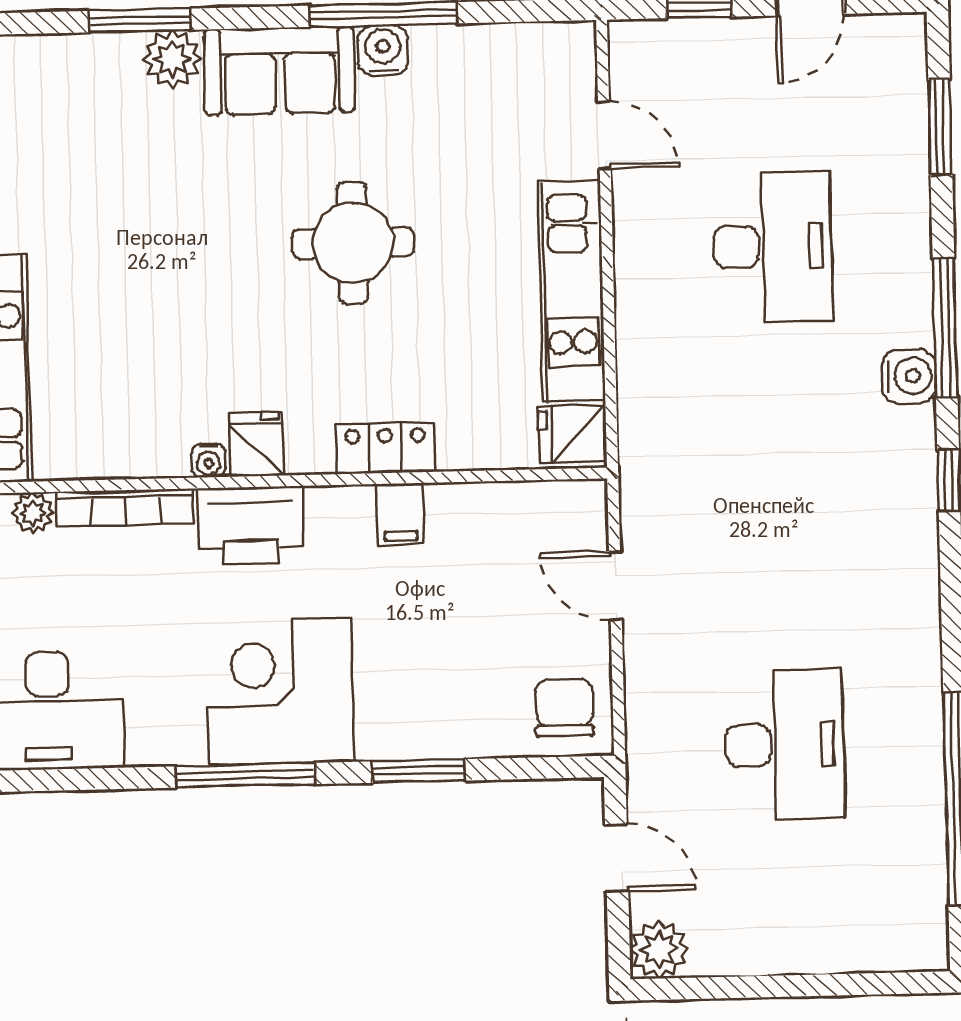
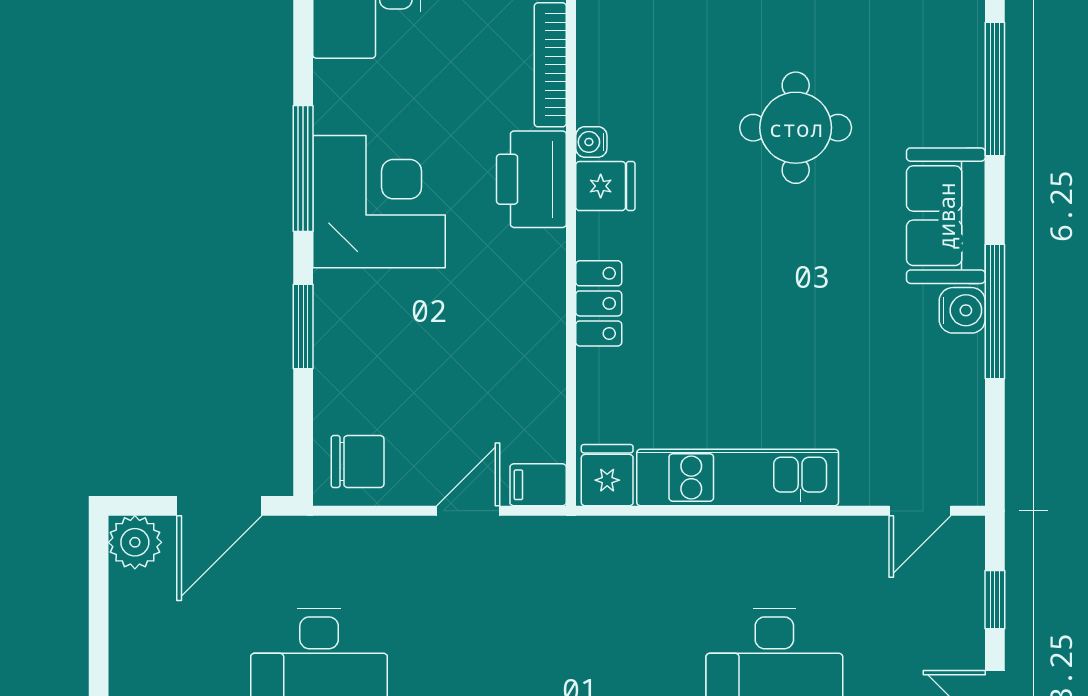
window: (140, 20) -> (995, 89), width x1.44
plant: (172, 59) -> (959, 118), removed
door: (604, 135) -> (920, 511), moved
round table: (353, 243) -> (796, 128), moved
filing cabinet: (401, 514) -> (538, 485), moved
door: (617, 858) -> (219, 506), width x1.38

